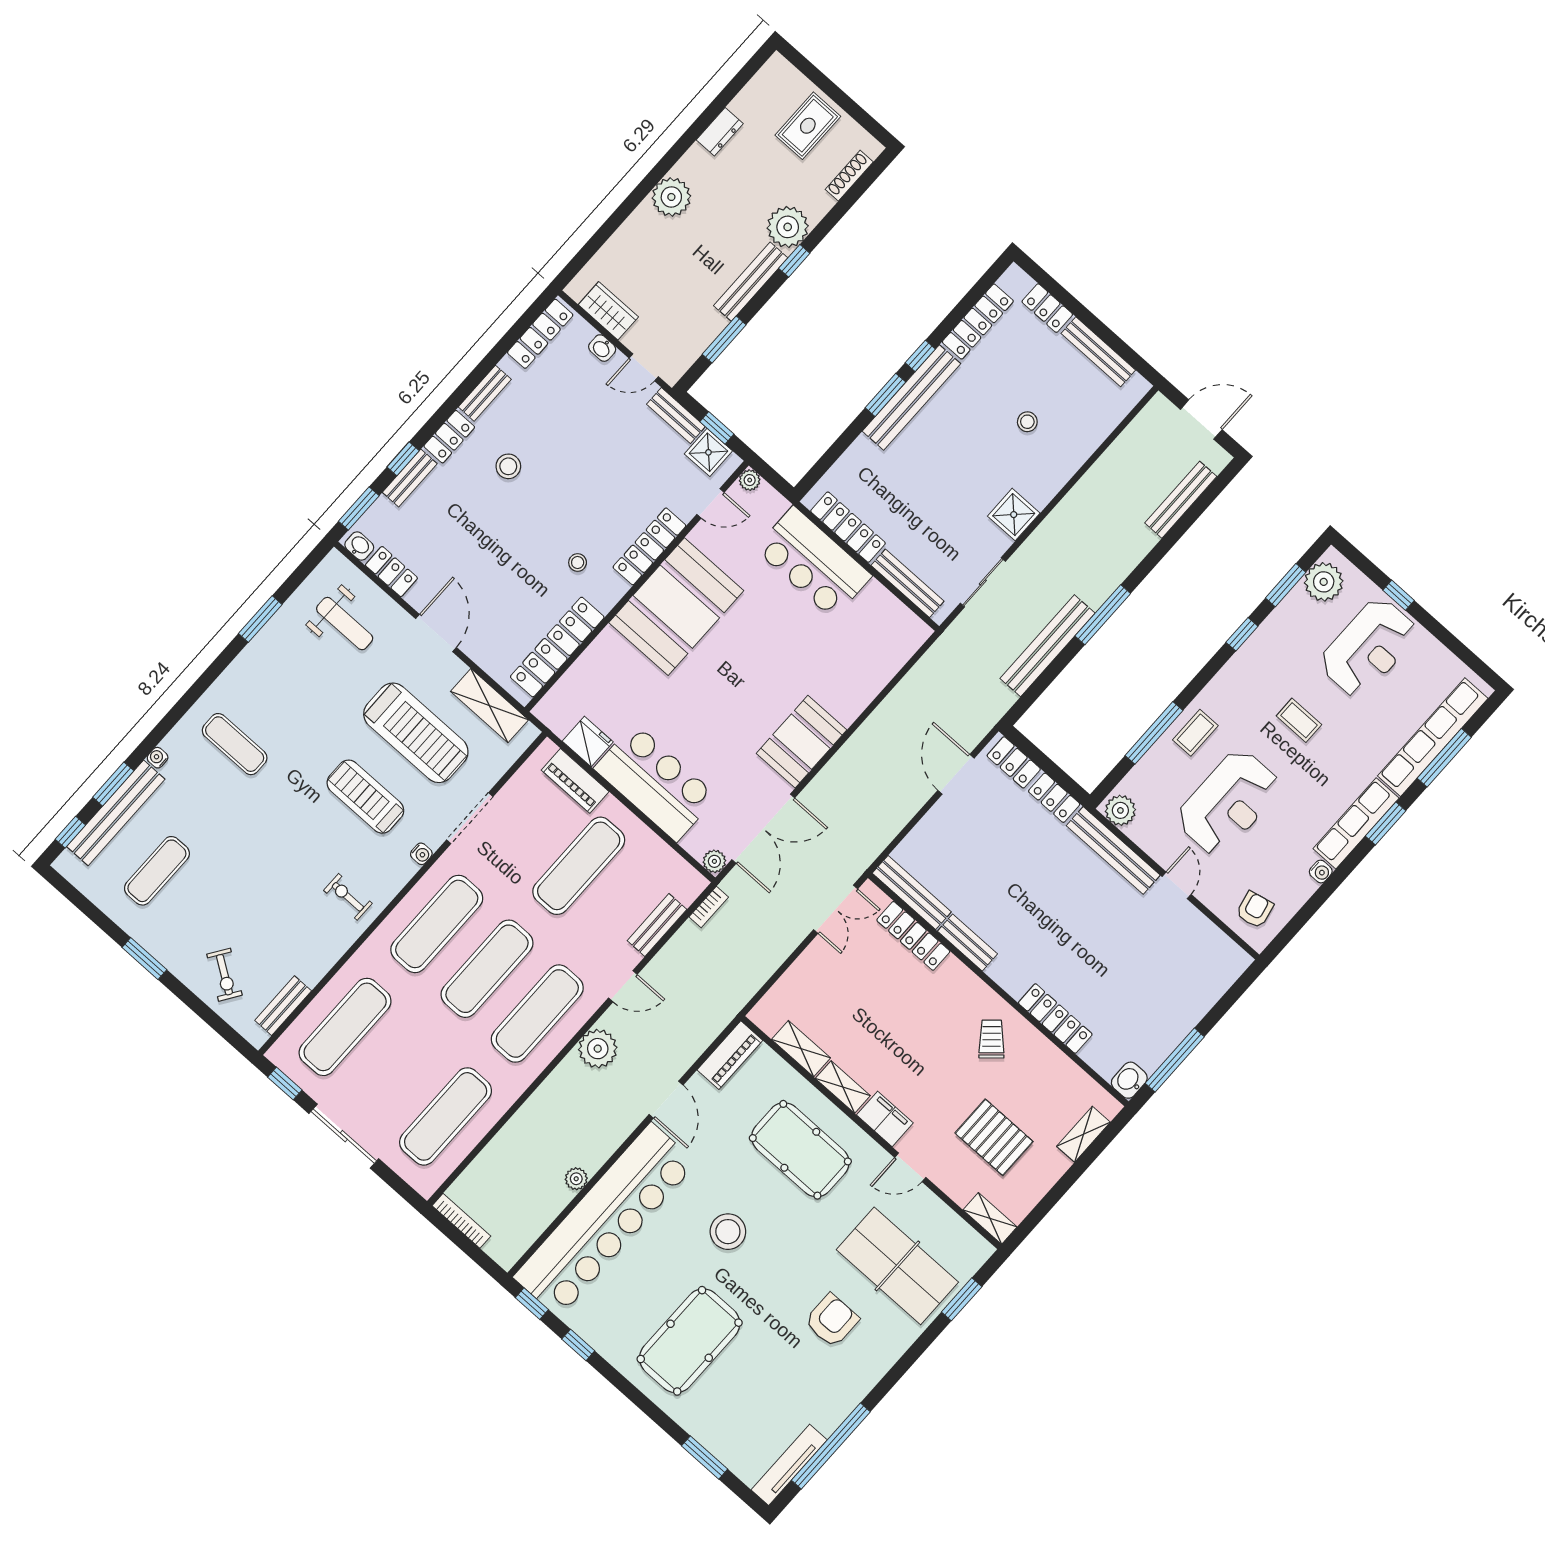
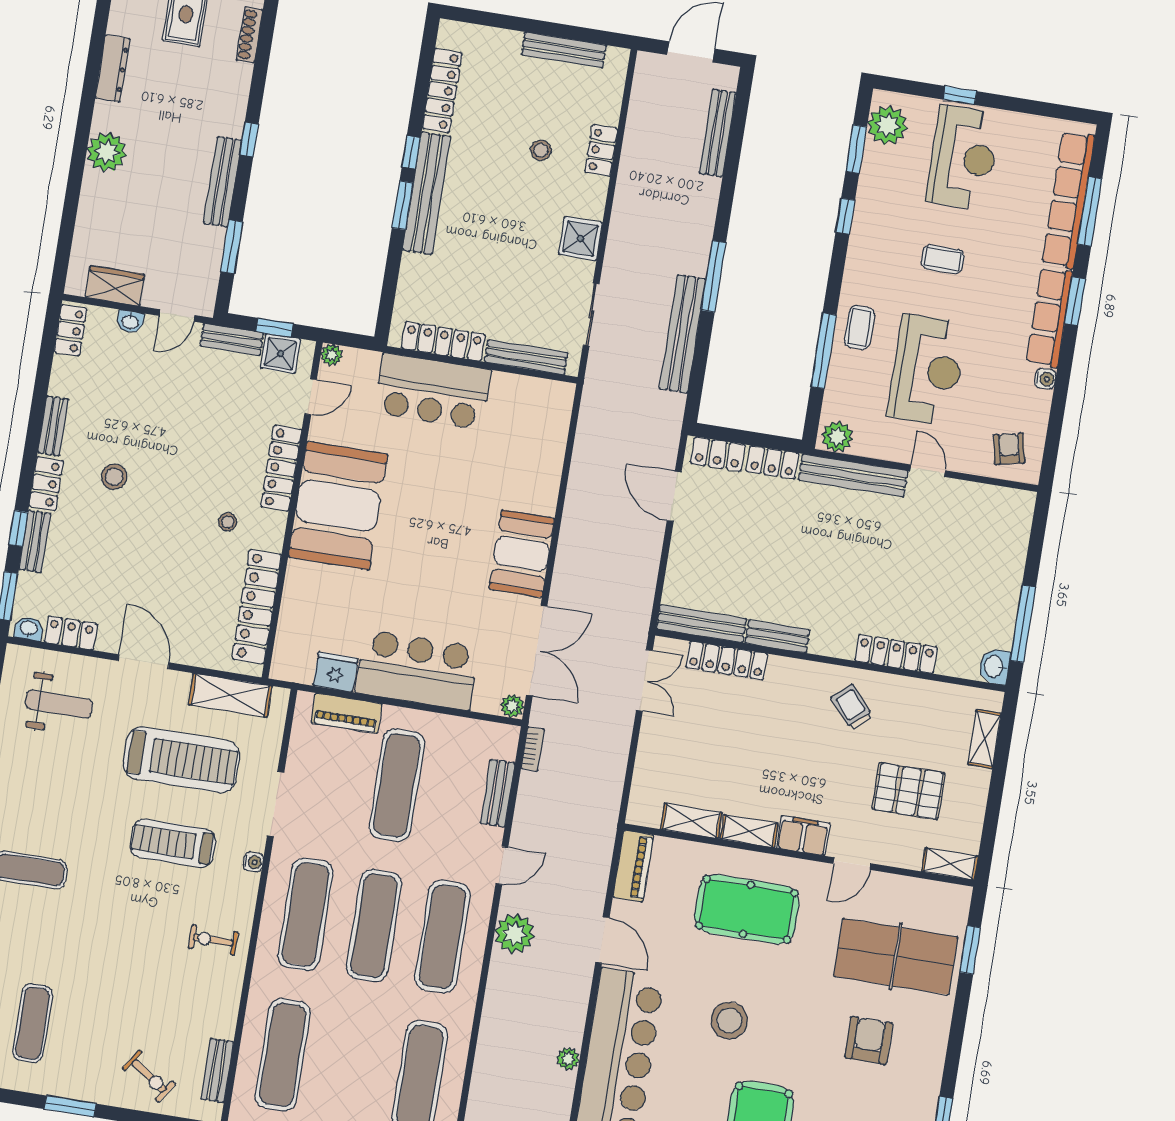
dresser: (720, 132) -> (113, 68), width x1.44
plant: (788, 227) -> (224, 114), removed
locker: (1047, 308) -> (601, 150), moved, turned 90
locker: (540, 334) -> (71, 330), width x0.66

